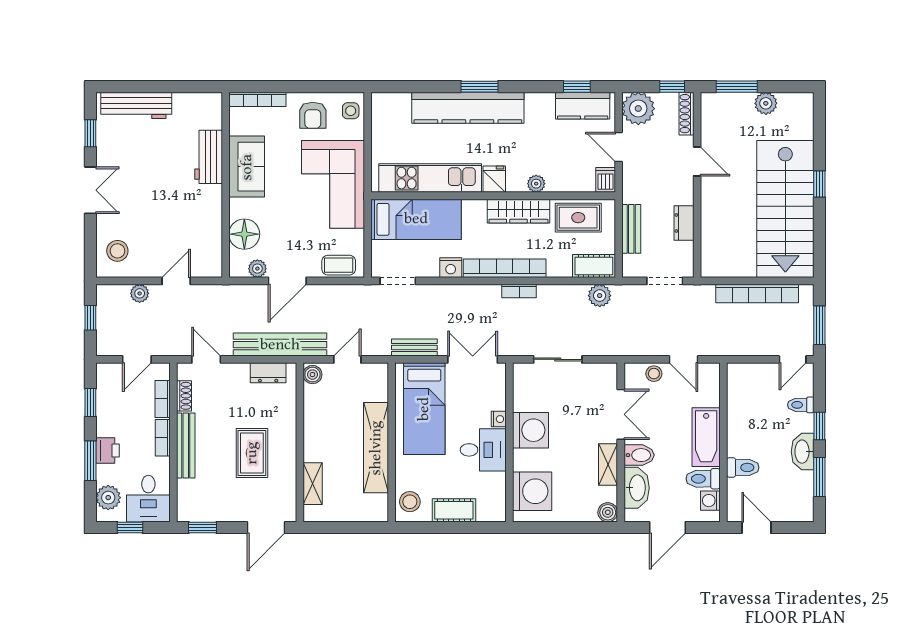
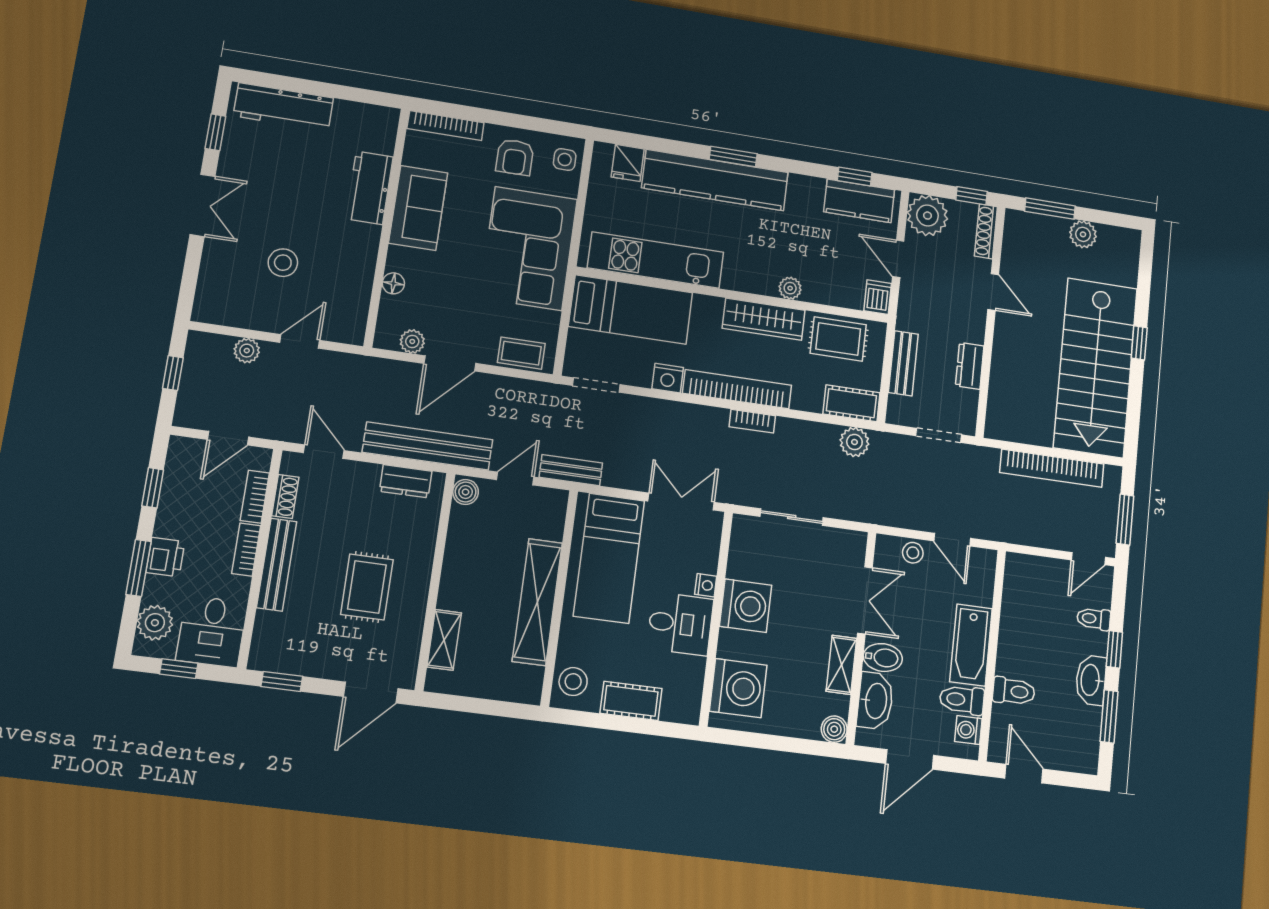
fridge: (494, 179) -> (628, 163), moved, turned 180
floor lamp: (244, 234) -> (393, 283), width x0.53, depth x0.53
stool: (117, 251) -> (283, 263), moved
bench: (414, 347) -> (571, 470), moved

